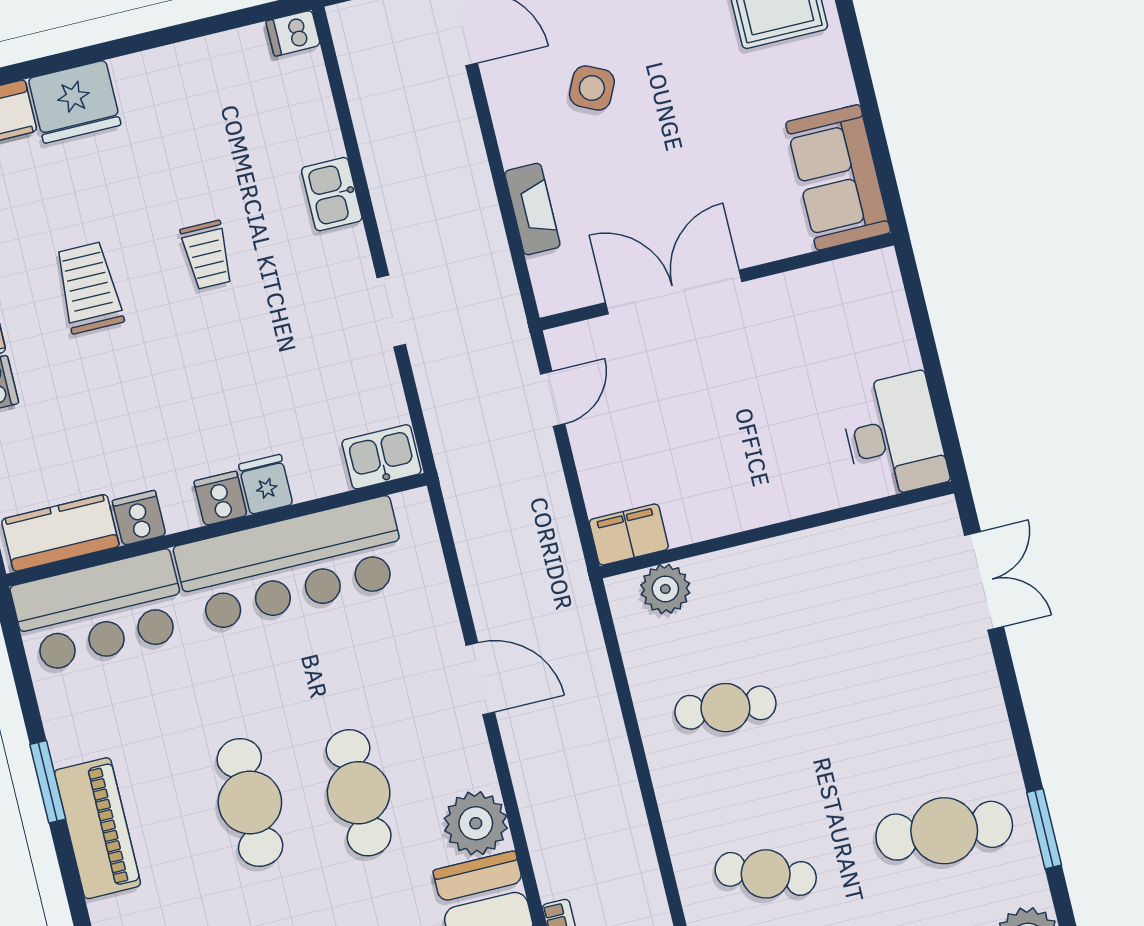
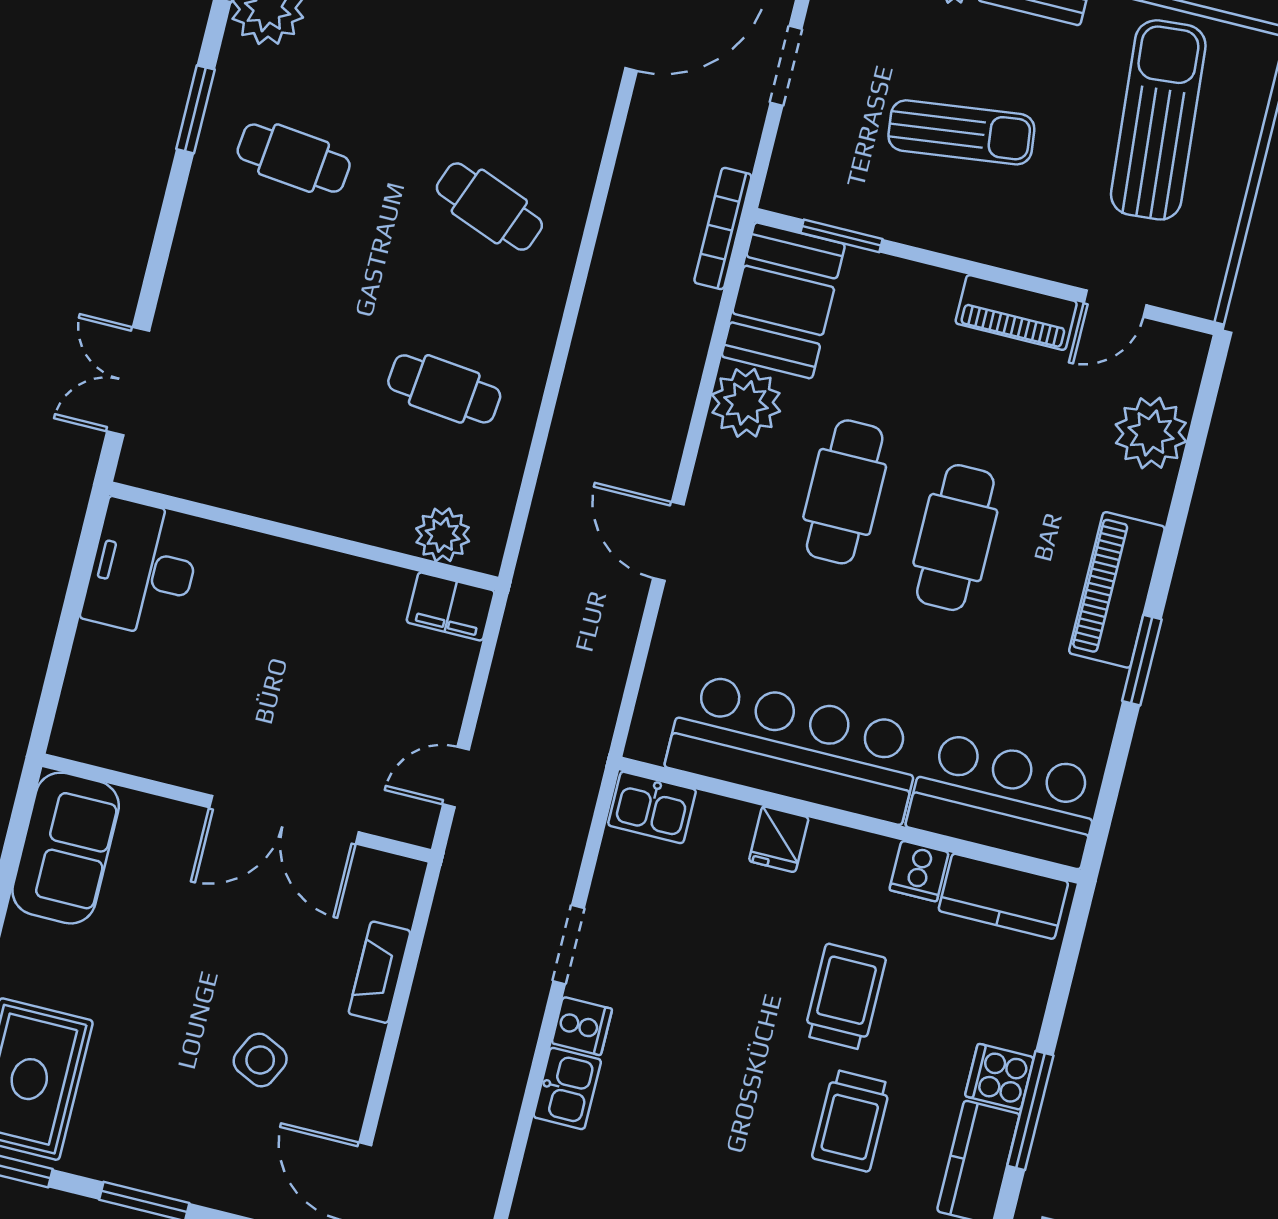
trolley: (207, 255) -> (845, 997), moved, width x1.36, depth x1.39
cooker: (221, 498) -> (582, 1026), moved, turned -90
cafe table: (944, 831) -> (294, 158), width x0.73, depth x0.74

